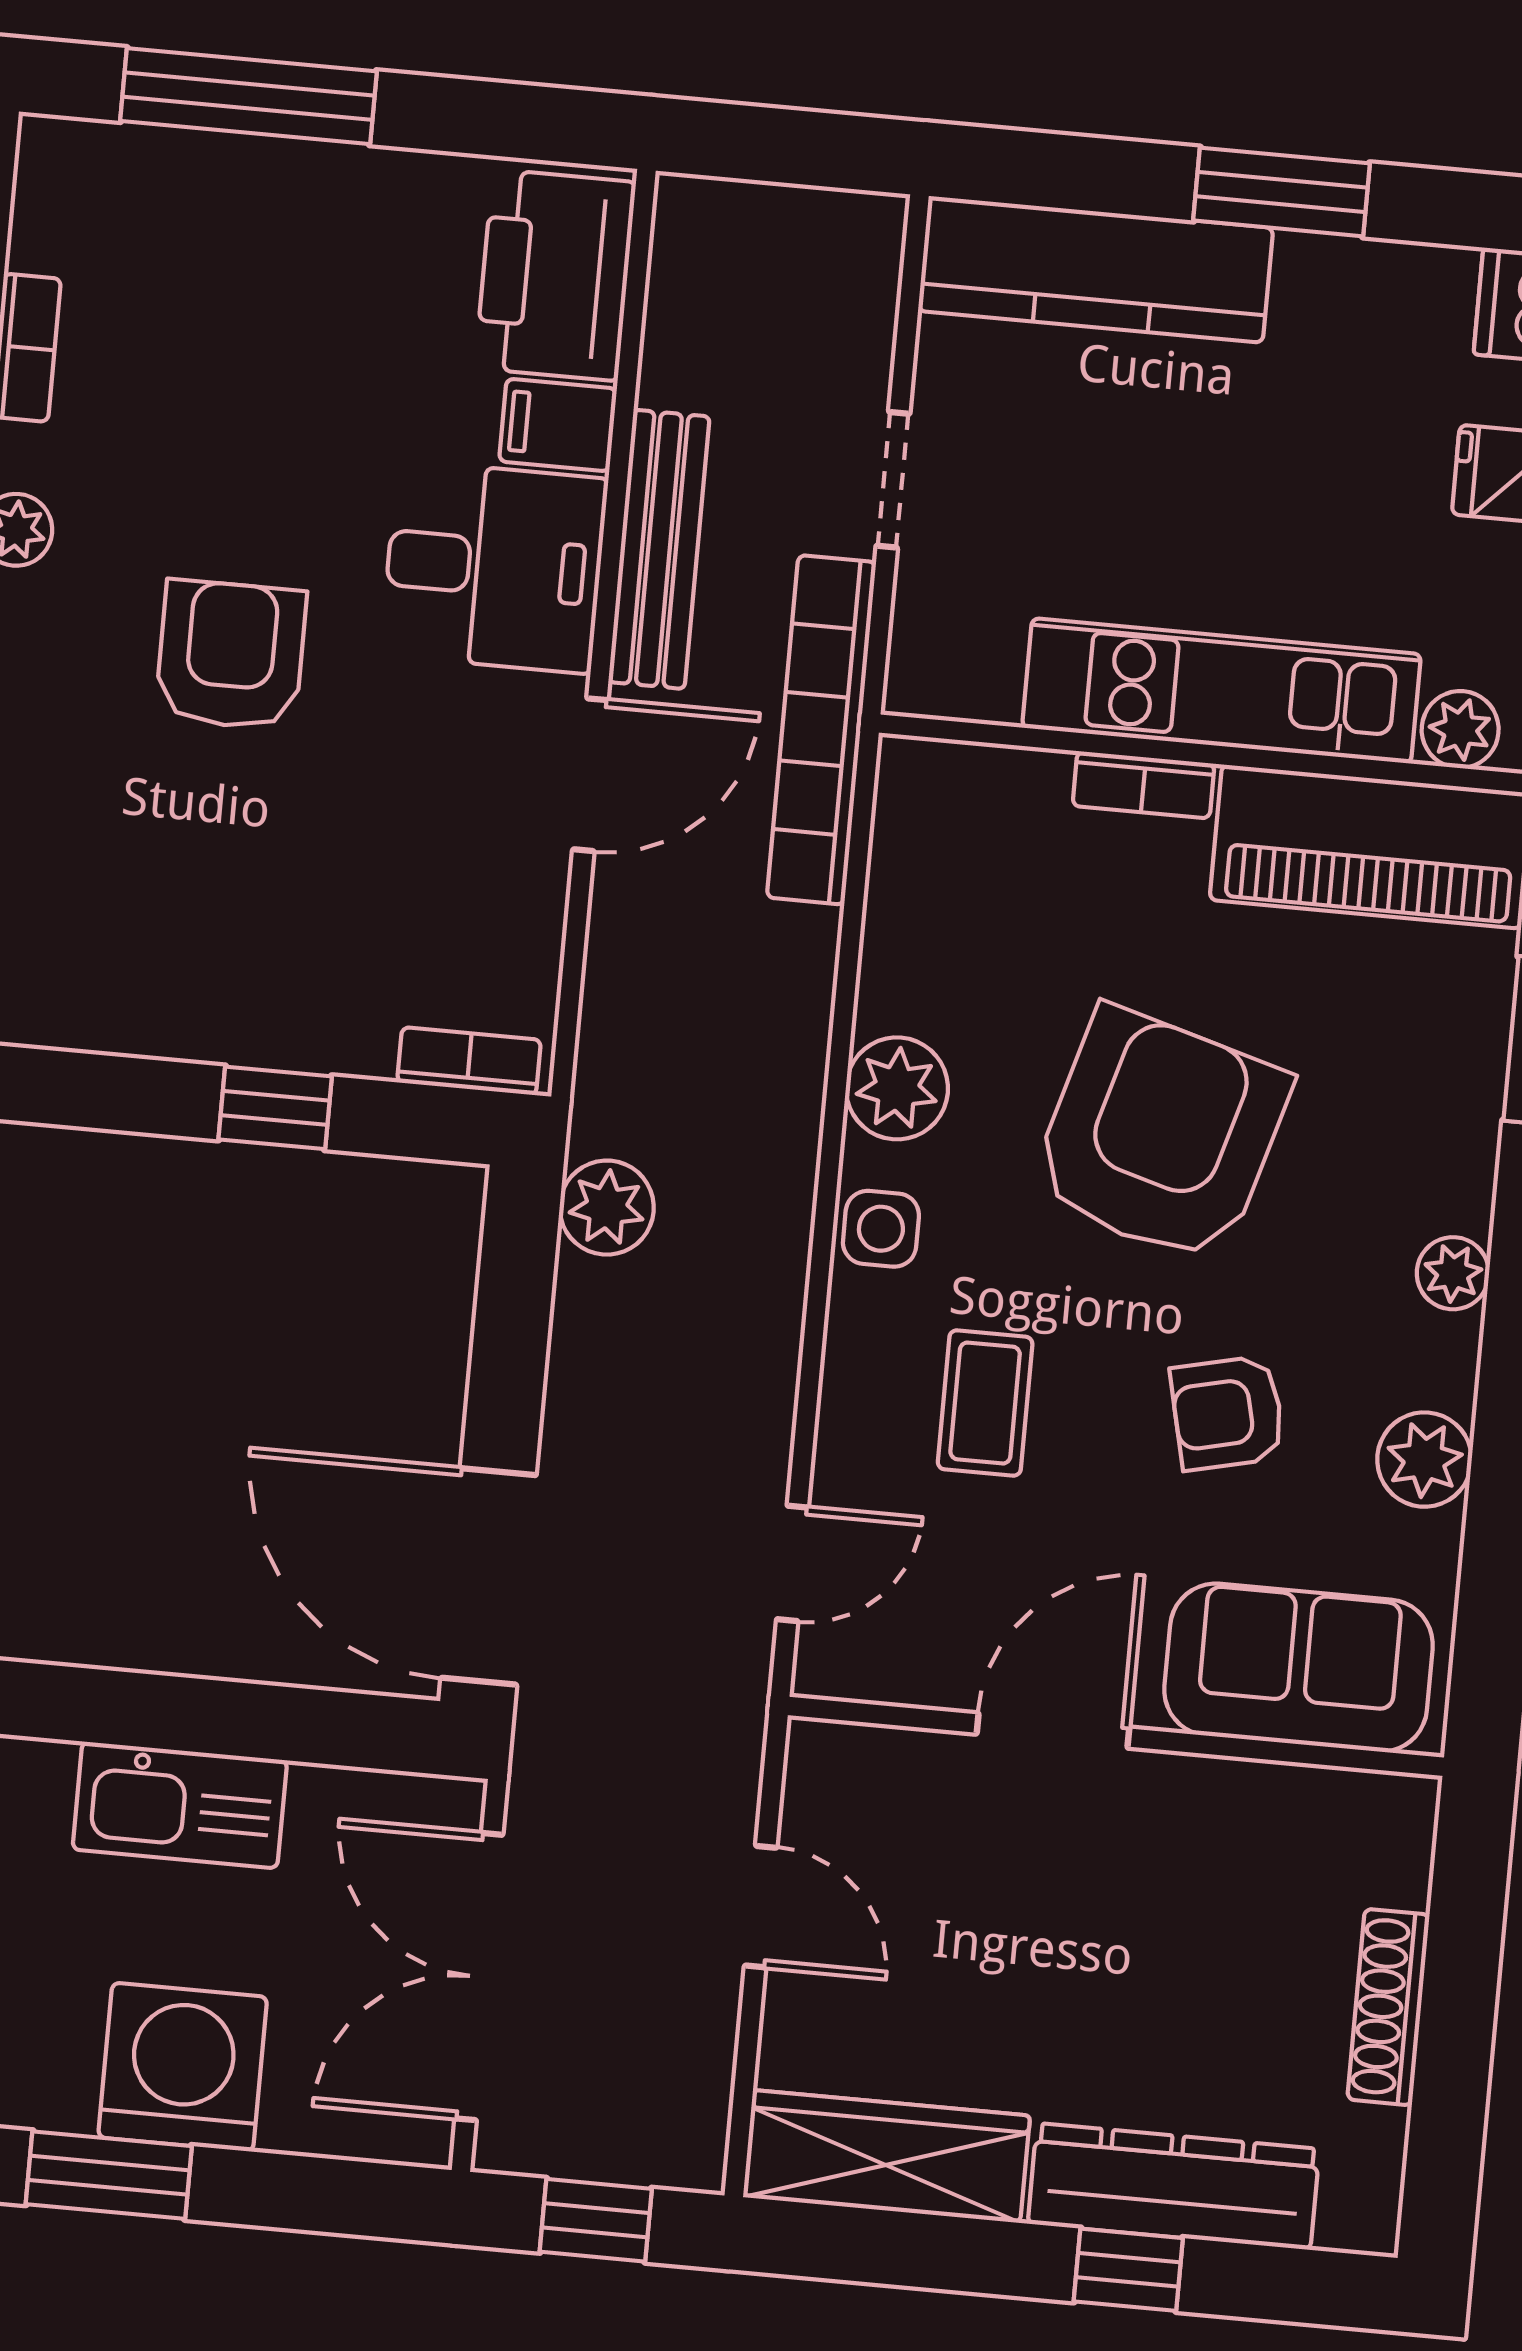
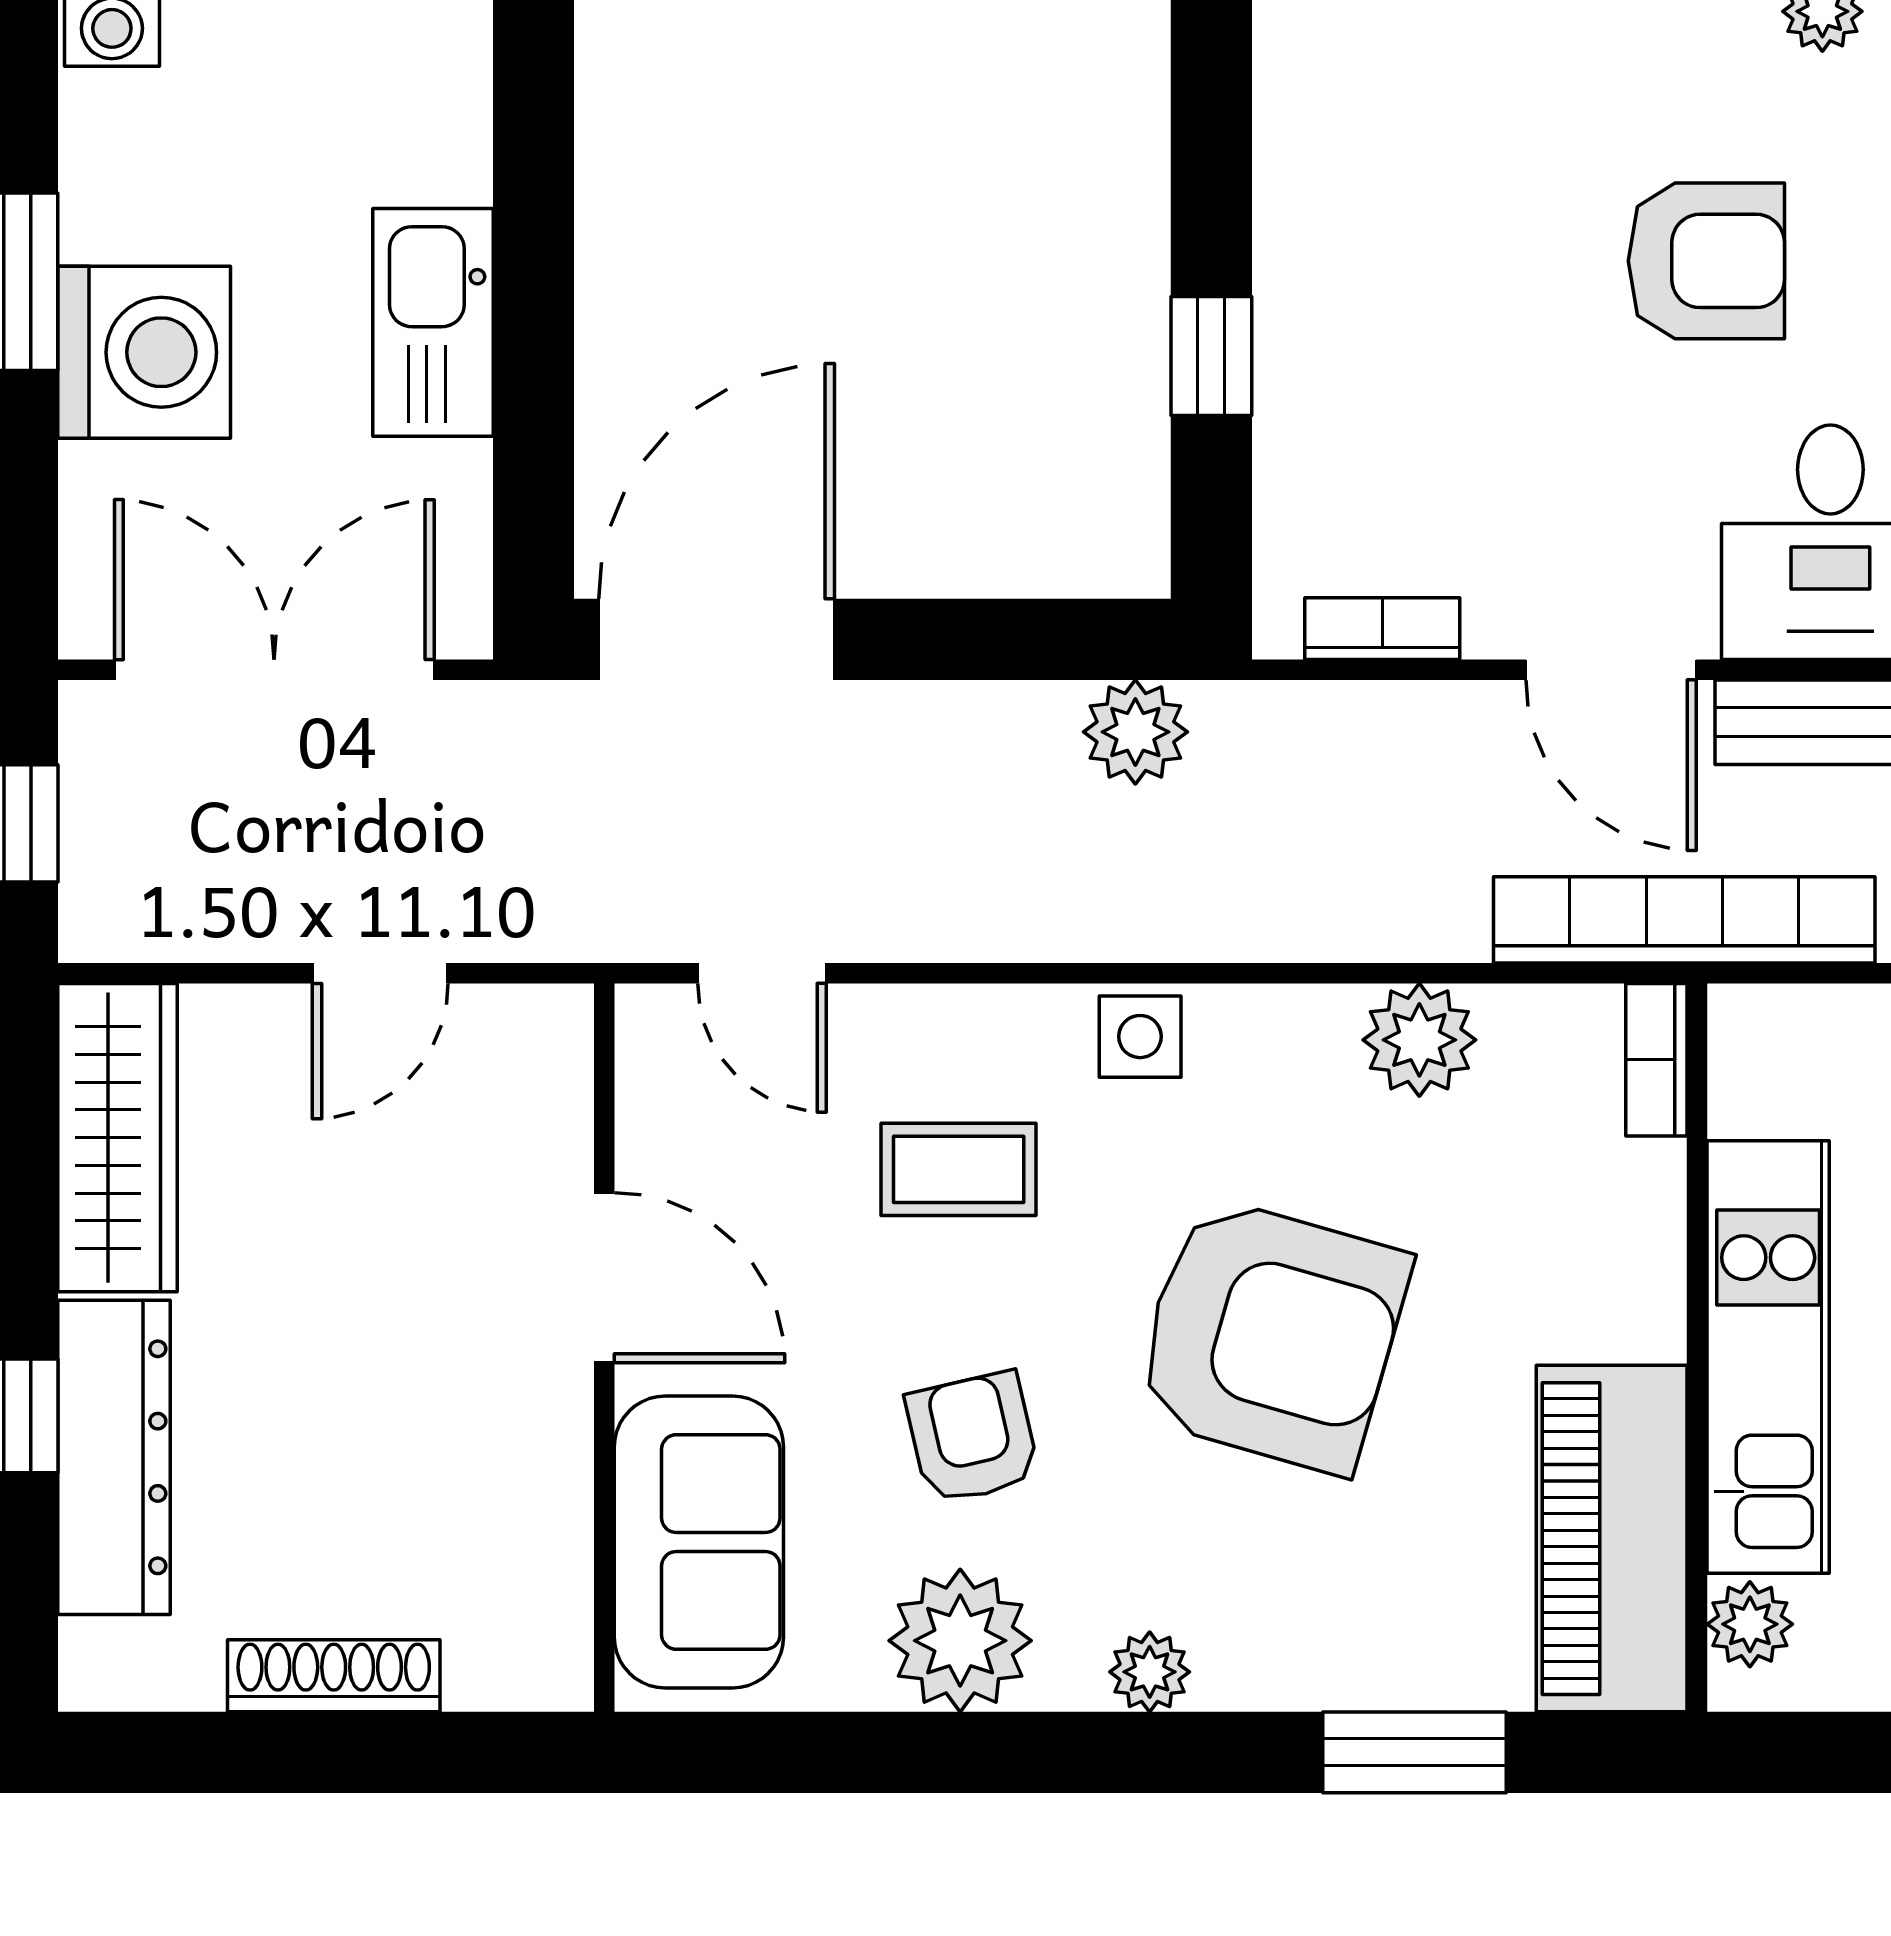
bookcase: (1144, 785) -> (1656, 1060), moved
bookcase: (469, 1061) -> (1382, 629), moved, turned -90
plant: (897, 1088) -> (1419, 1040), moved
plant: (1424, 1460) -> (960, 1641), width x1.36, depth x1.36

